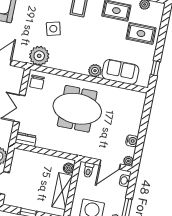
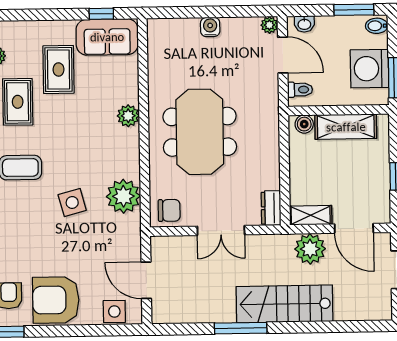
rug: (141, 33) -> (59, 69), moved
plant: (39, 56) -> (123, 196), moved
sofa: (120, 72) -> (107, 37), moved, turned -90
water cooler: (132, 141) -> (210, 27), moved
shelving: (17, 161) -> (311, 215), added

